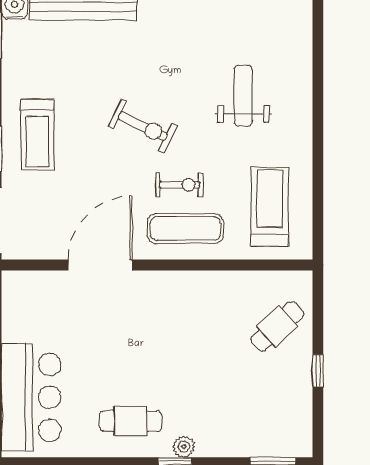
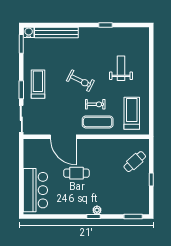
treadmill: (37, 135) -> (38, 84), turned 180
door: (100, 265) -> (63, 137), swing flipped
cafe table: (131, 421) -> (76, 173), moved

